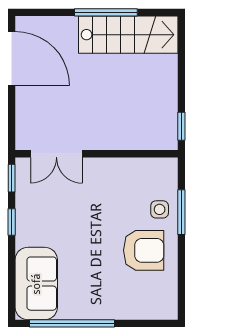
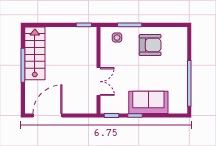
double door: (56, 154) -> (98, 82), moved
side table: (160, 209) -> (117, 38), moved
armchair: (144, 250) -> (150, 45), turned 90
sofa: (36, 284) -> (148, 102), moved

